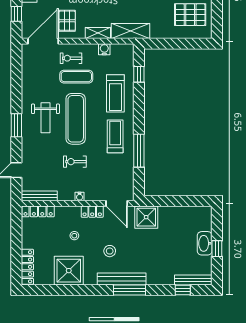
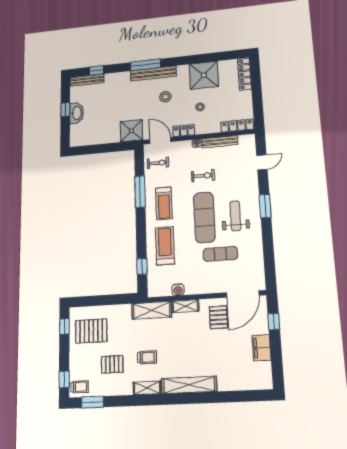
window: (217, 20) -> (64, 326), added
exercise bike: (71, 58) -> (158, 163), moved
exercise mat: (76, 77) -> (220, 254), moved
bench: (39, 196) -> (220, 142), moved

